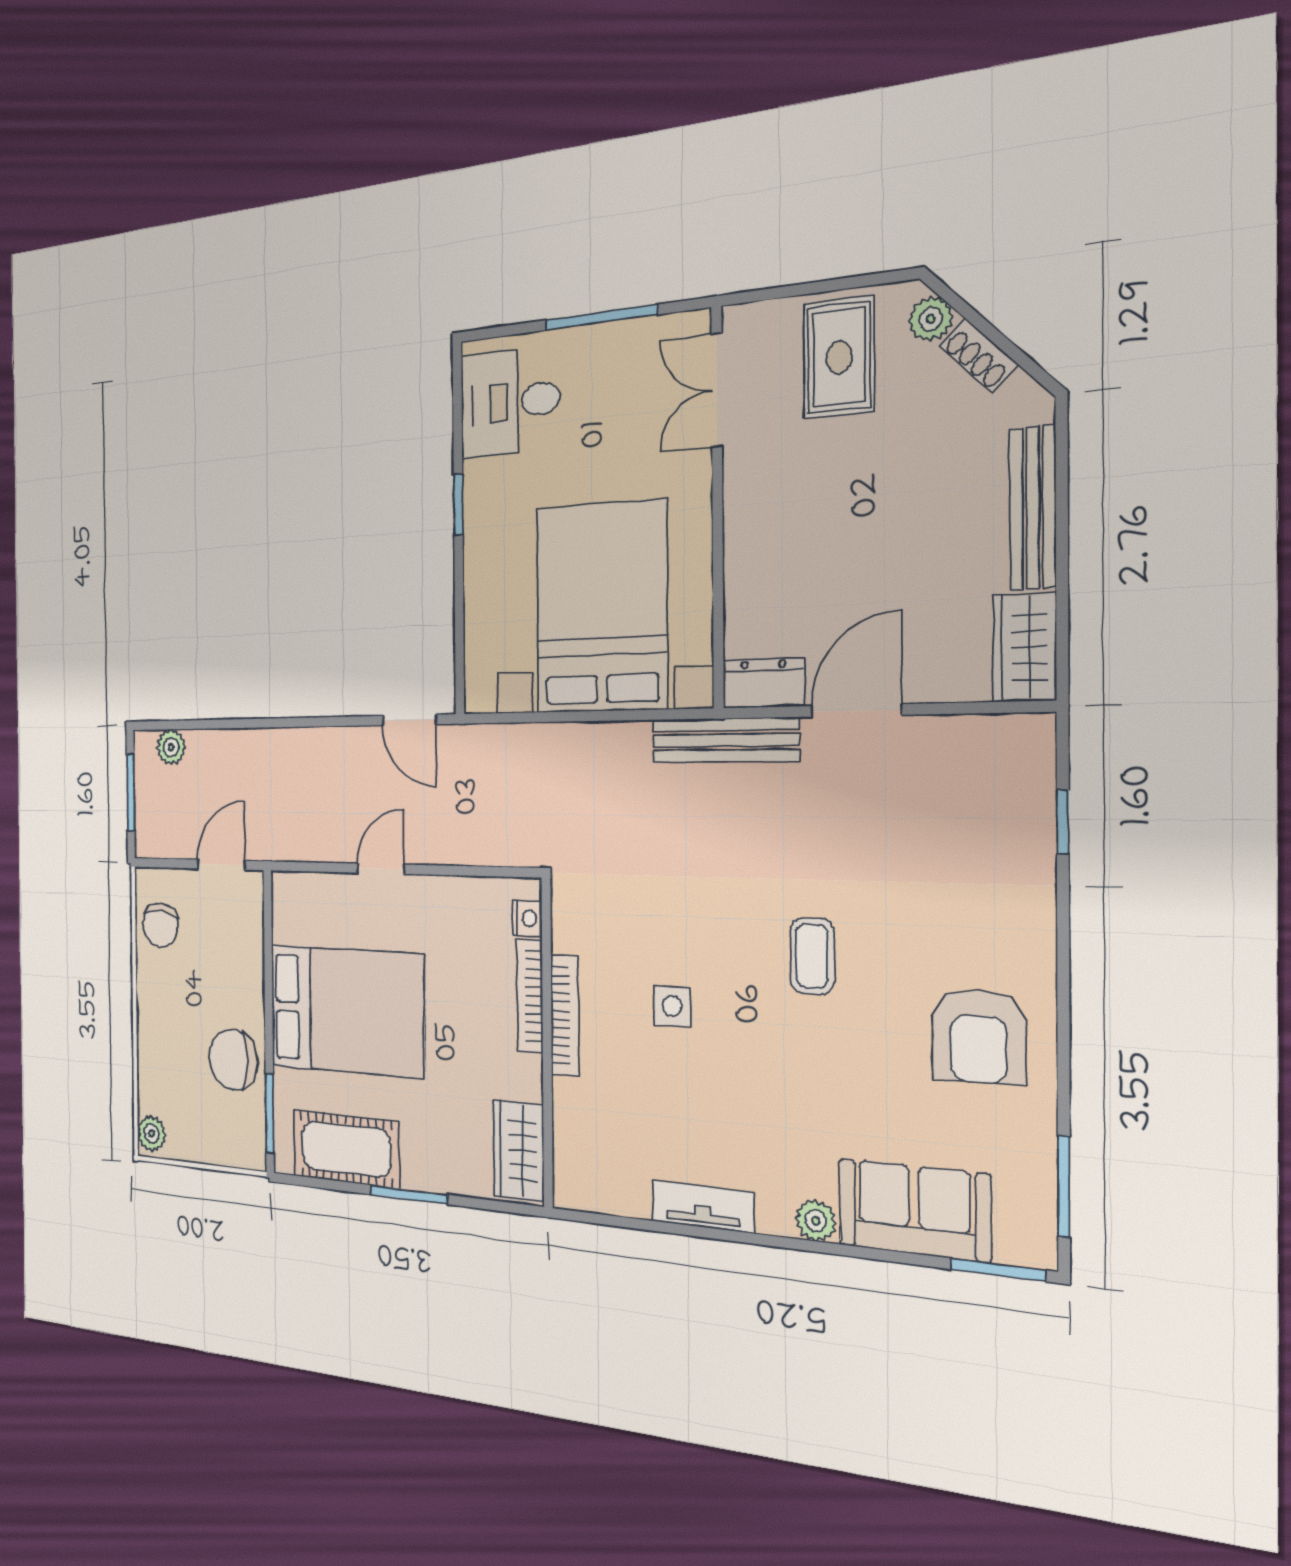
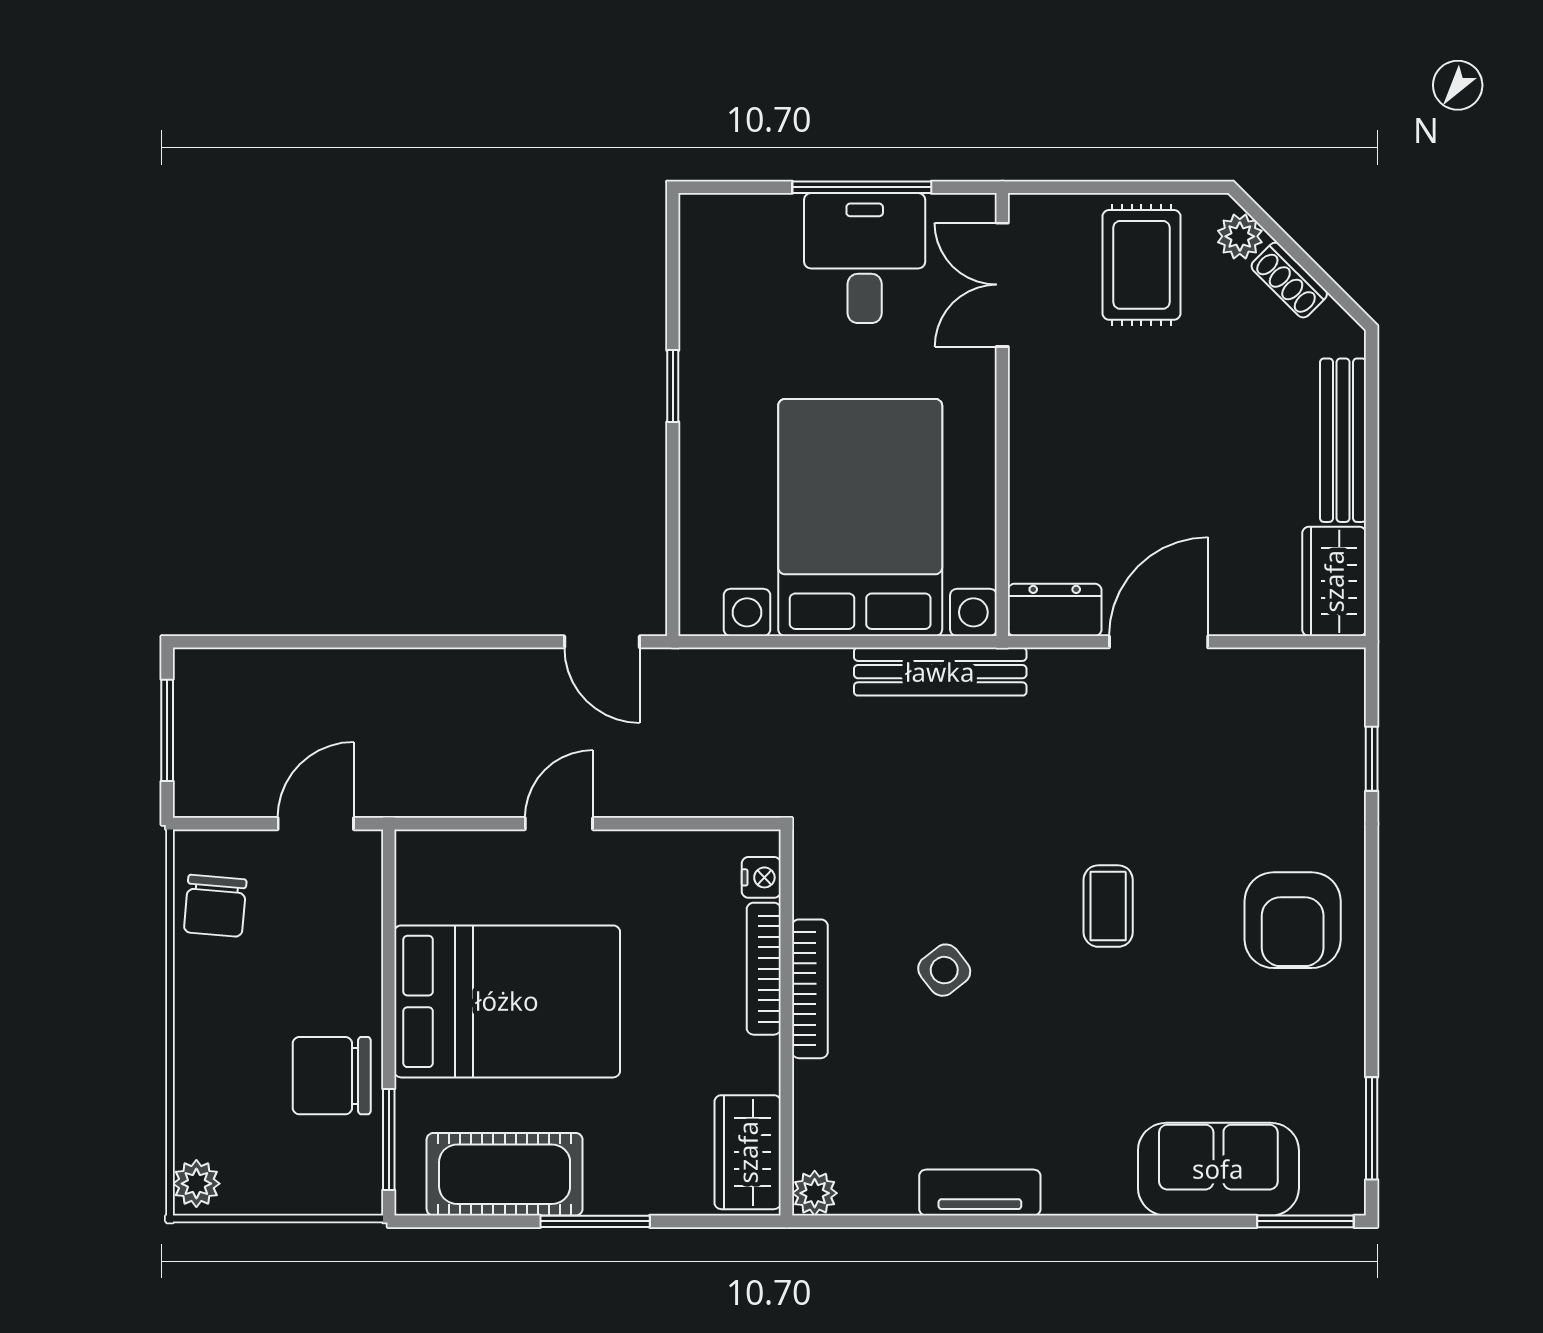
desk: (510, 402) -> (865, 258), moved, turned 90
bench: (725, 740) -> (940, 672), moved
plant: (171, 747) -> (236, 671), removed
side table: (672, 1006) -> (944, 970), turned -38
armchair: (979, 1036) -> (1293, 920), moved
plant: (816, 1221) -> (815, 1193), moved

